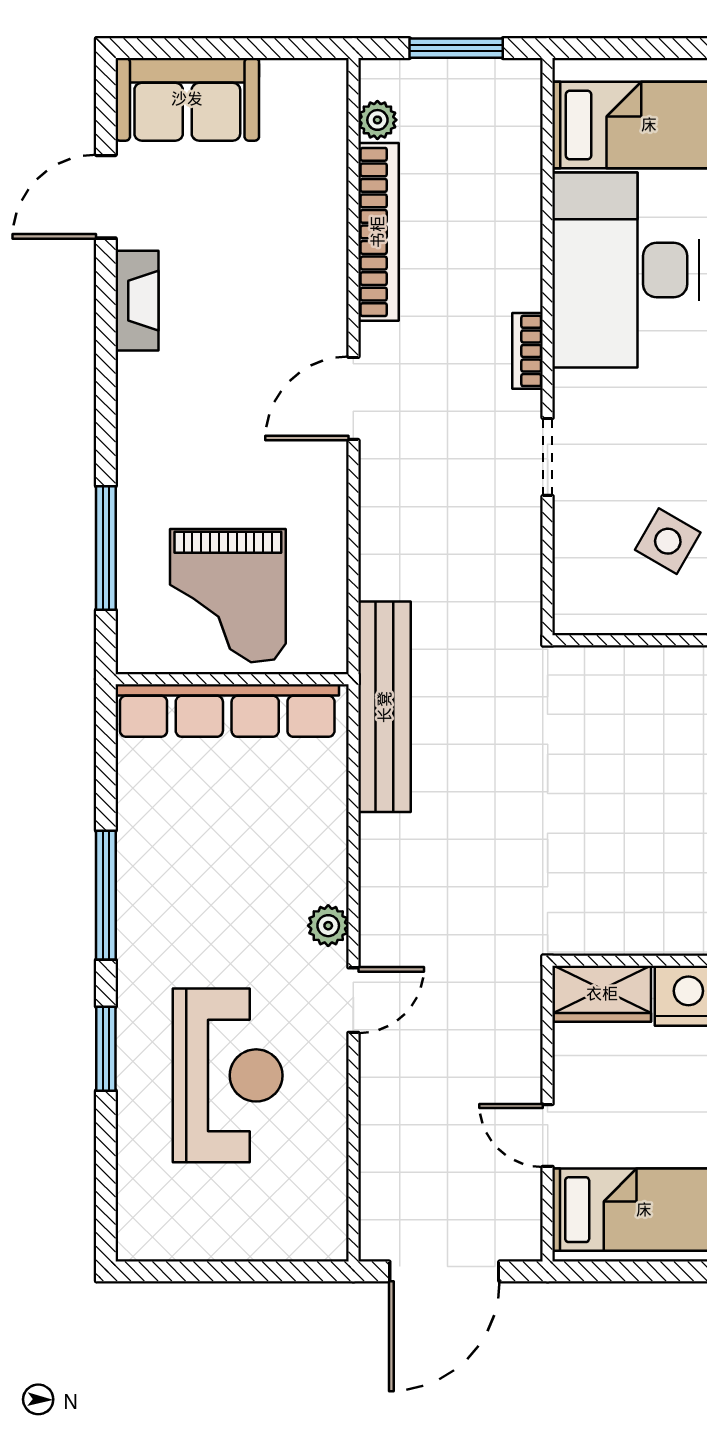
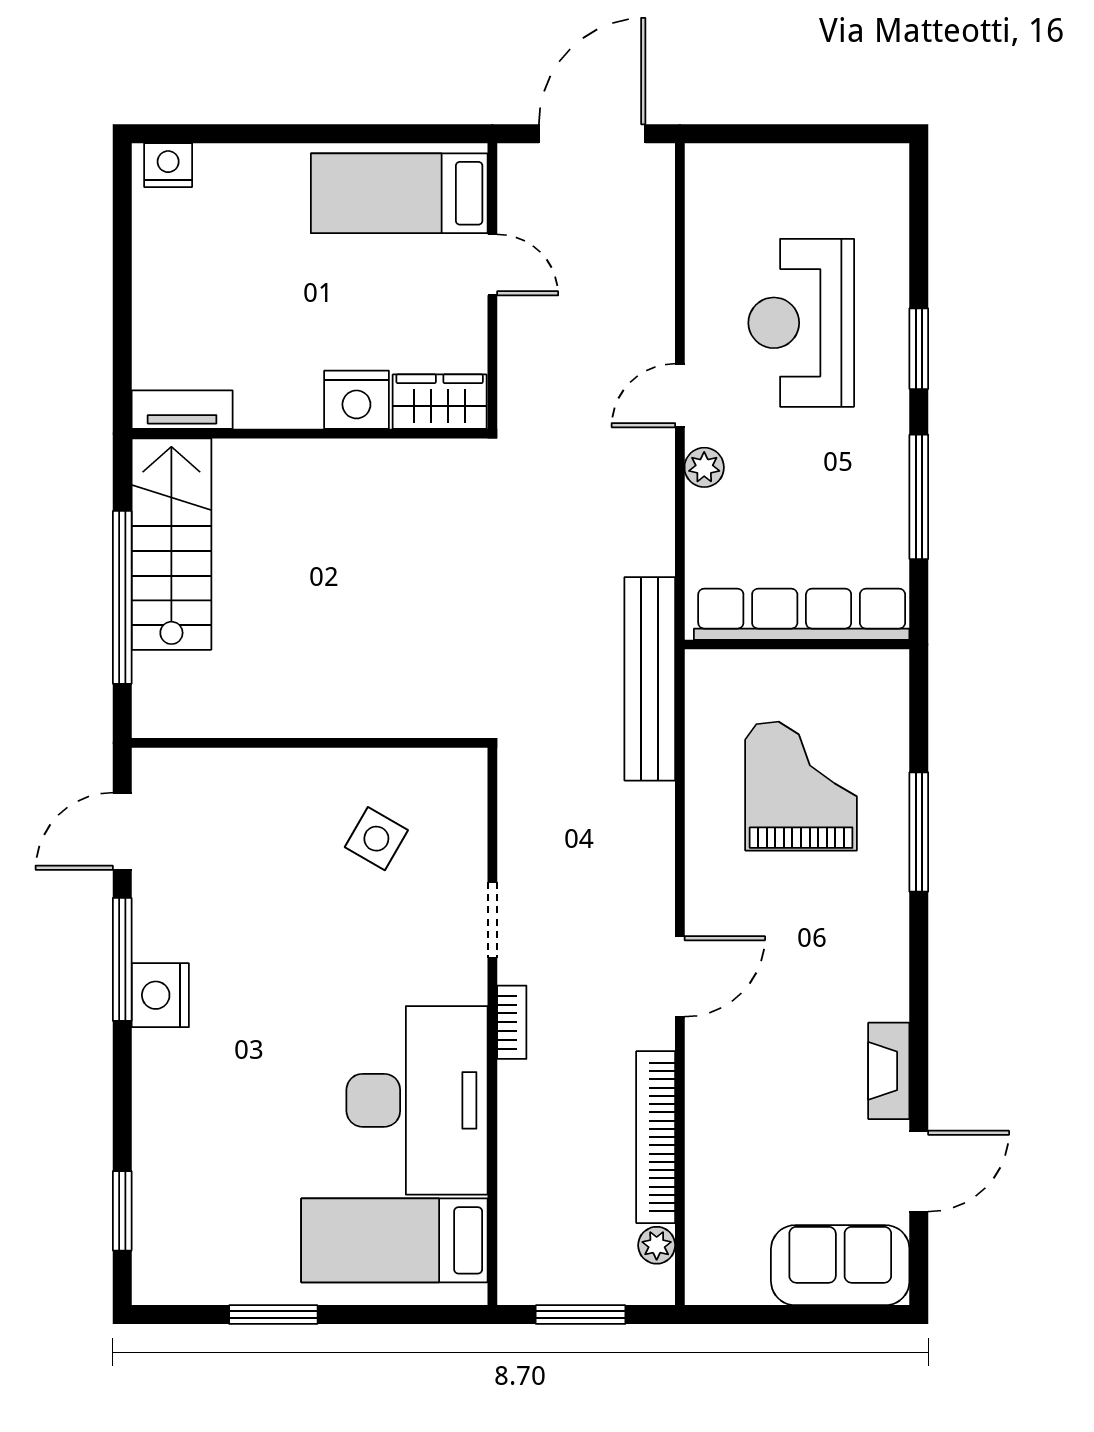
wall: (232, 679) -> (797, 644), moved
row of seats: (227, 710) -> (802, 614), moved

